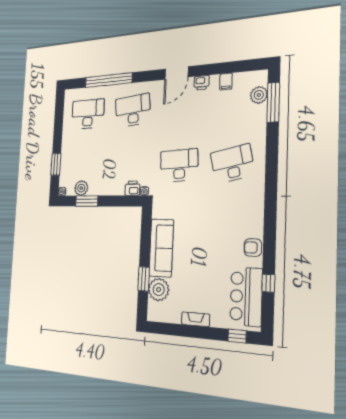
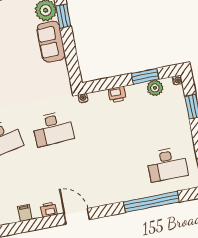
door: (177, 73) -> (77, 216), hinge flipped
desk: (133, 111) -> (115, 174), removed
printer: (132, 188) -> (117, 94), moved
sofa: (161, 248) -> (51, 42), width x0.73

